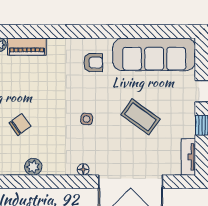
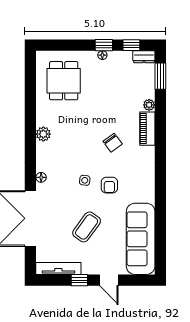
armchair: (93, 63) -> (109, 185), moved
chair: (20, 125) -> (113, 143), moved
tv unit: (188, 157) -> (58, 269), width x1.41

